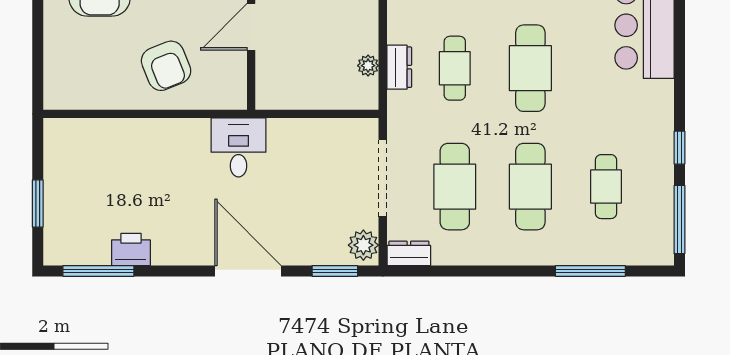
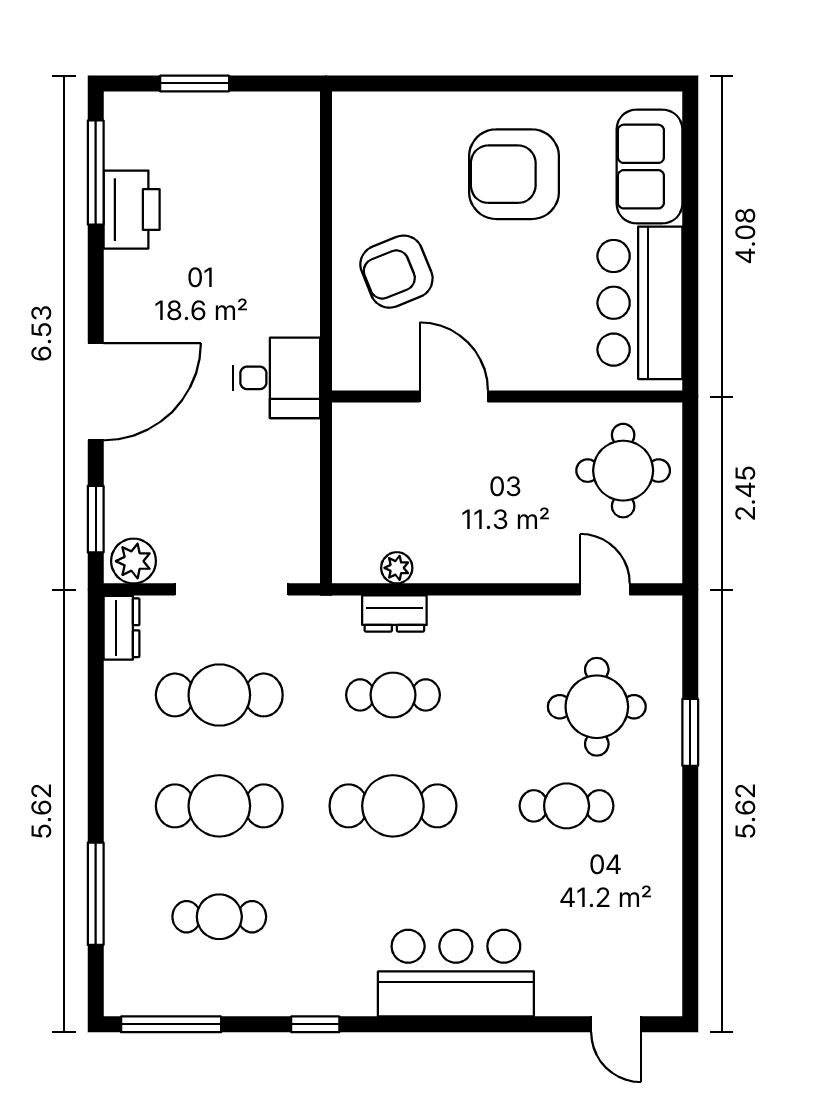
window: (679, 148) -> (315, 1024), moved
printer: (131, 250) -> (132, 210), width x1.37, depth x1.19

